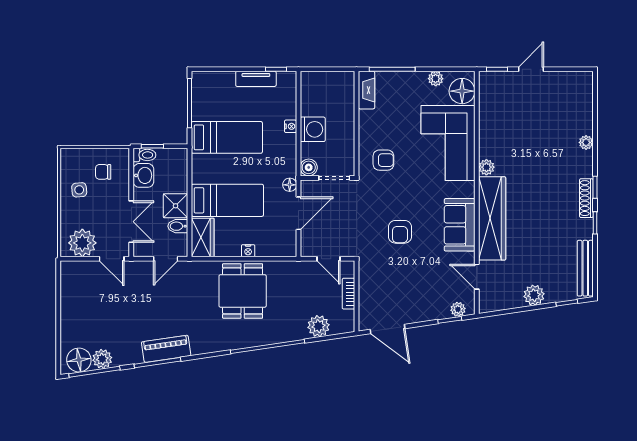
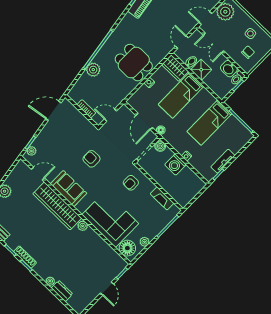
fireplace: (367, 90) -> (162, 198), moved
dresser: (584, 118) -> (62, 291), added
plant: (318, 326) -> (93, 70), moved

